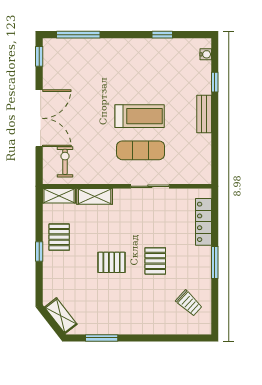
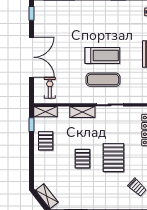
shelving: (95, 196) -> (82, 112), moved
window: (39, 251) -> (32, 125), moved
pallet: (155, 261) -> (113, 158), width x1.50, depth x1.42
pallet: (112, 262) -> (83, 159), turned 90

